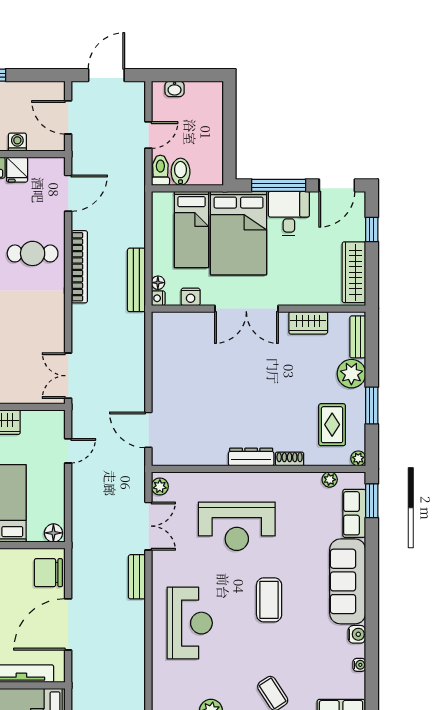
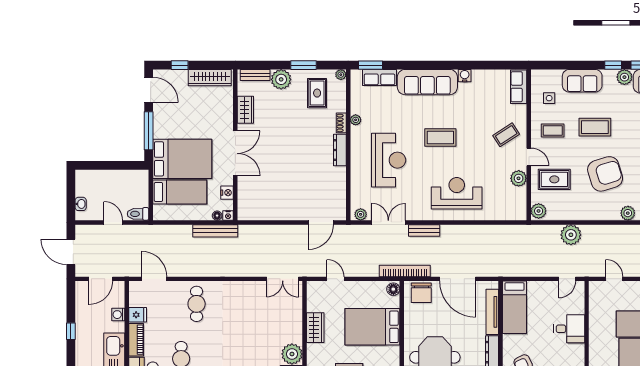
bidet: (181, 172) -> (139, 200), removed
desk: (289, 213) -> (168, 123), removed
bookcase: (79, 267) -> (405, 271), moved
rug: (332, 425) -> (317, 93), turned 90
plant: (330, 480) -> (356, 120), moved
water cooler: (359, 665) -> (486, 74), removed

